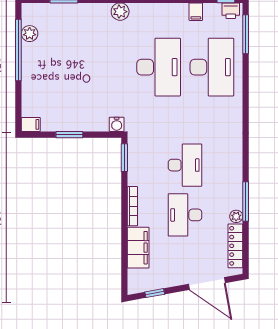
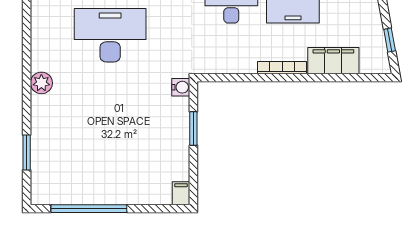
plant: (30, 34) -> (69, 195), removed
window: (69, 135) -> (193, 129), moved
window: (124, 158) -> (222, 78), removed

